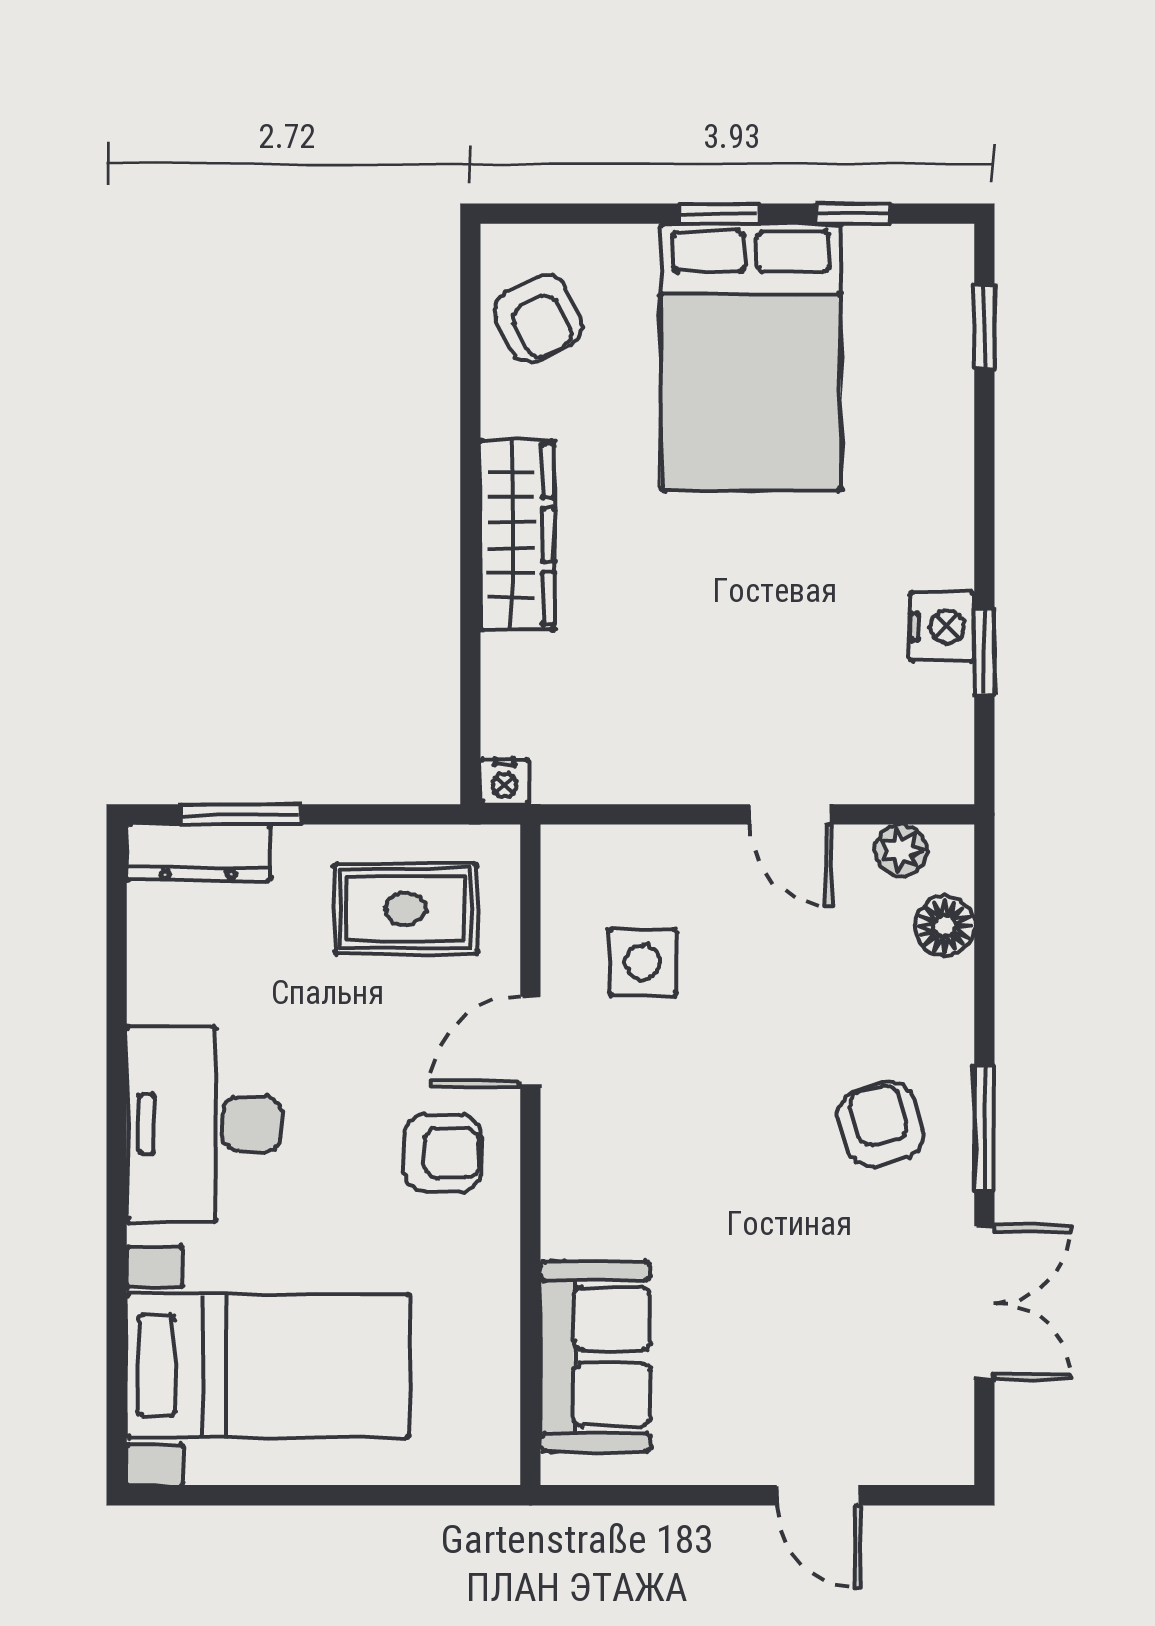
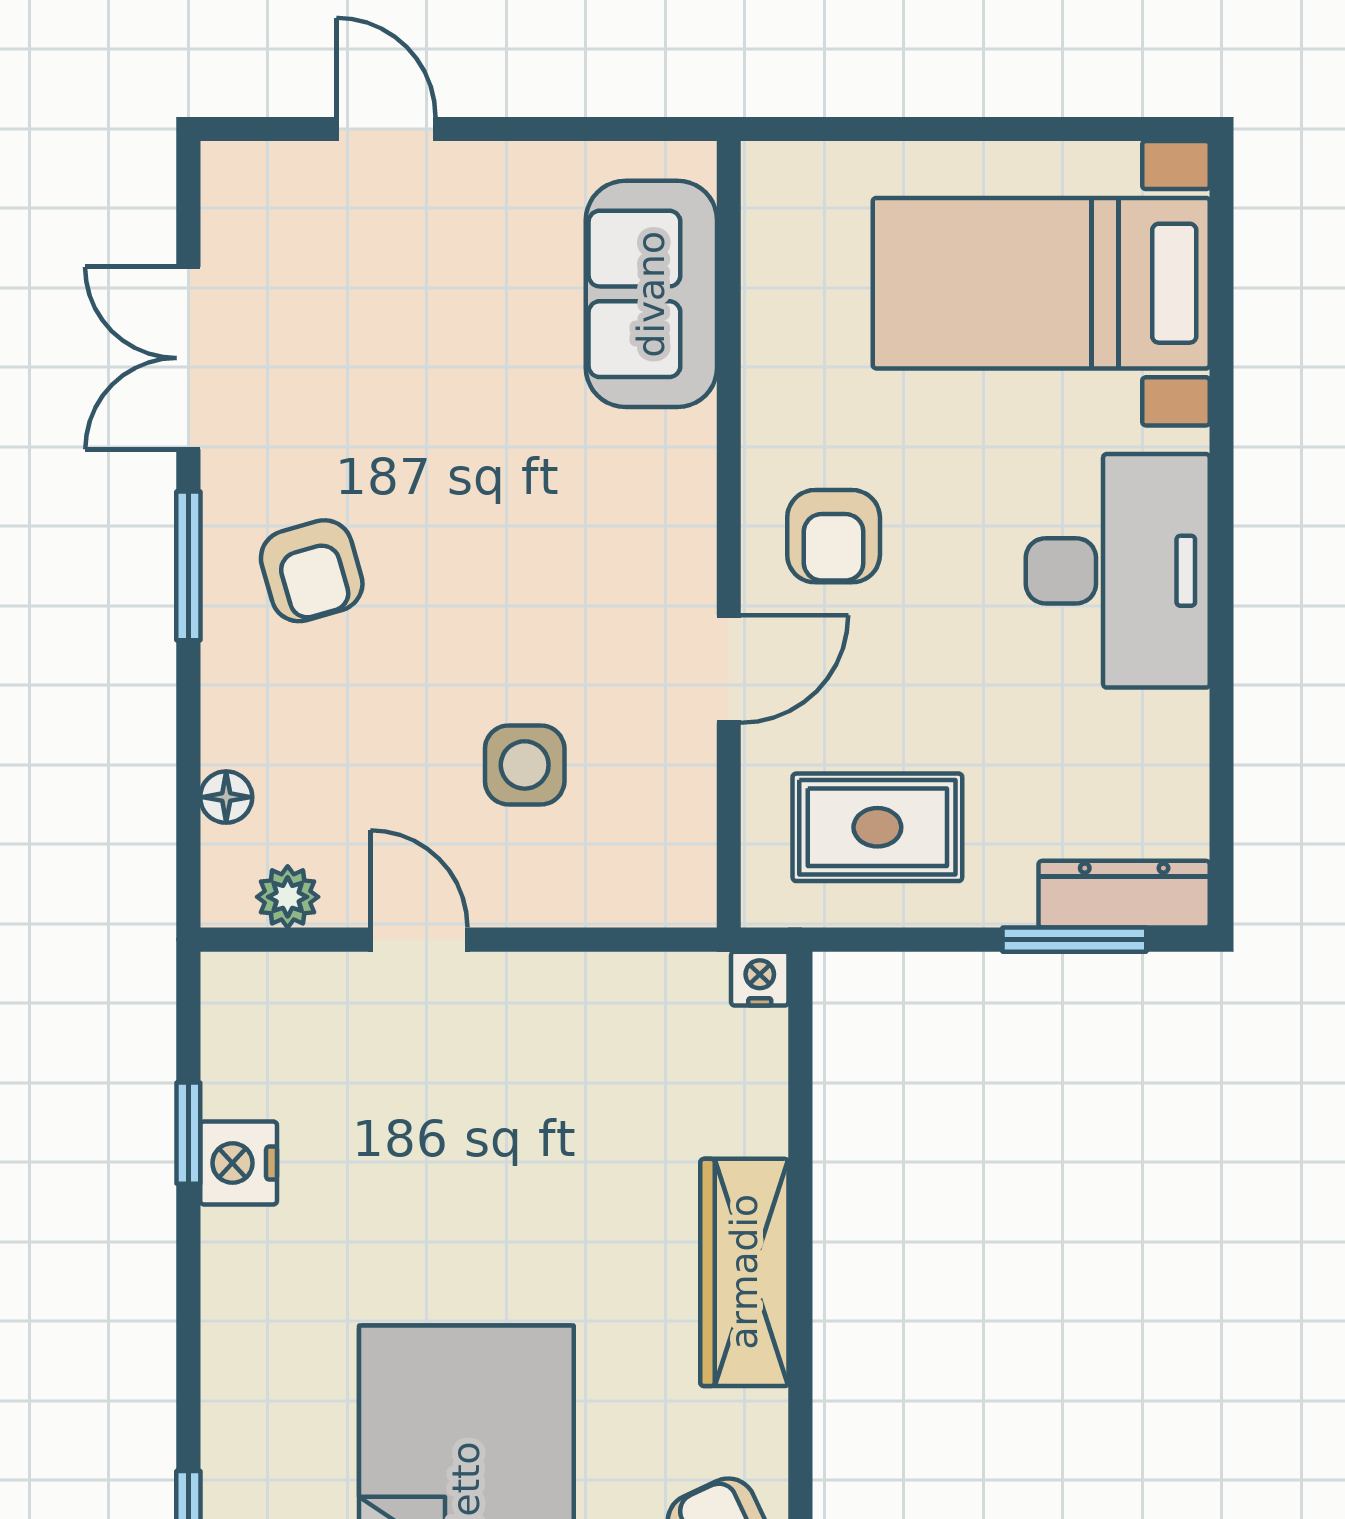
floor lamp: (945, 926) -> (226, 797), width x0.73, depth x0.73
side table: (642, 962) -> (525, 765), moved
armchair: (442, 1153) -> (834, 536), turned -90

